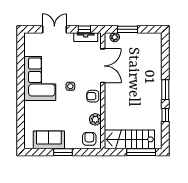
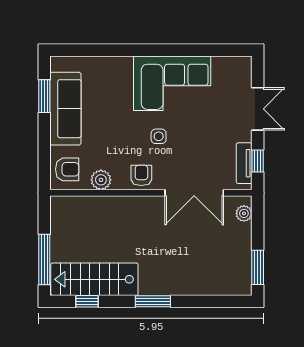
window: (128, 29) -> (258, 267), moved
window: (165, 115) -> (87, 301), moved
stairs: (129, 139) -> (94, 279), moved, turned -90
sofa: (49, 140) -> (65, 109), width x1.36
window: (63, 152) -> (44, 96), moved

